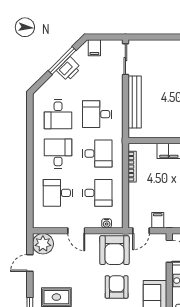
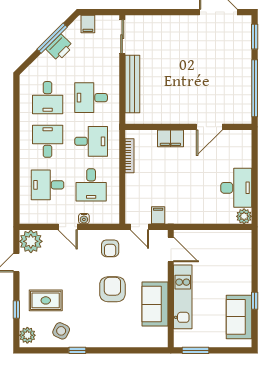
desk: (97, 193) -> (91, 185), turned 90
water cooler: (107, 223) -> (84, 219), moved
door: (141, 231) -> (140, 227), hinge flipped
armchair: (114, 250) -> (110, 248), width x0.53, depth x0.53

